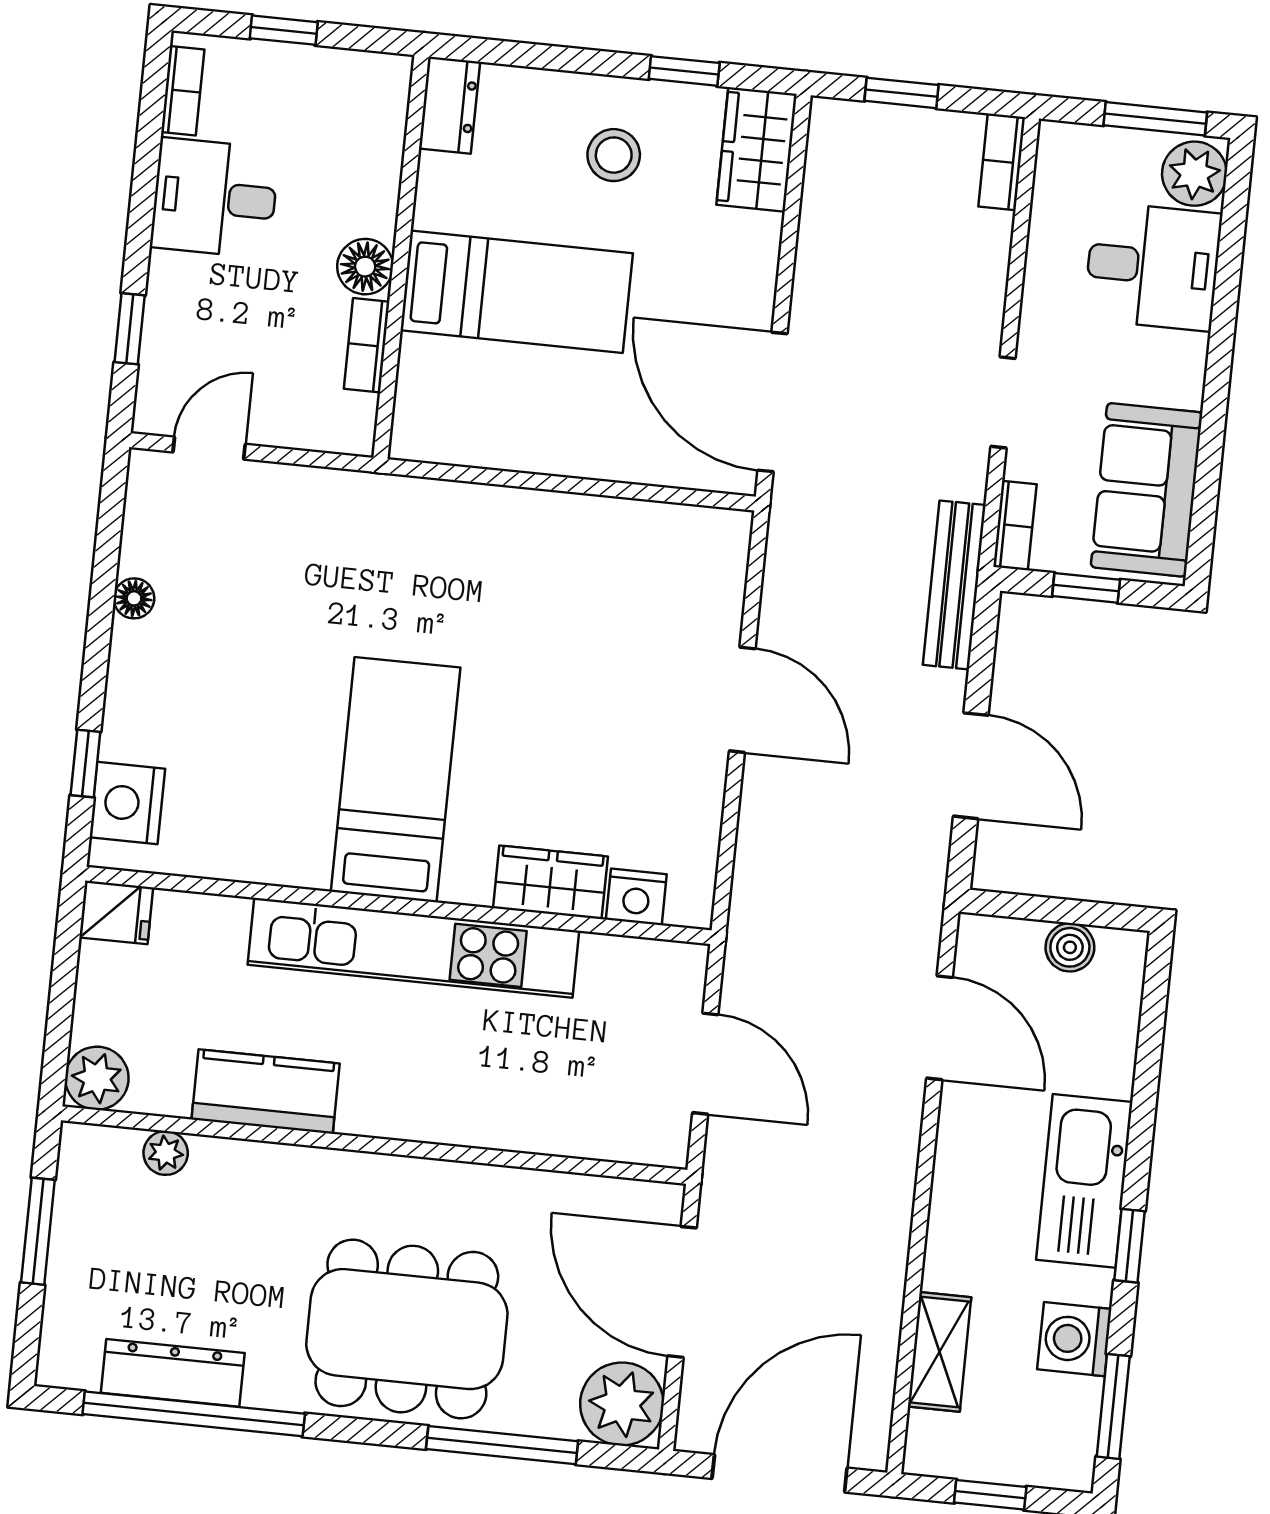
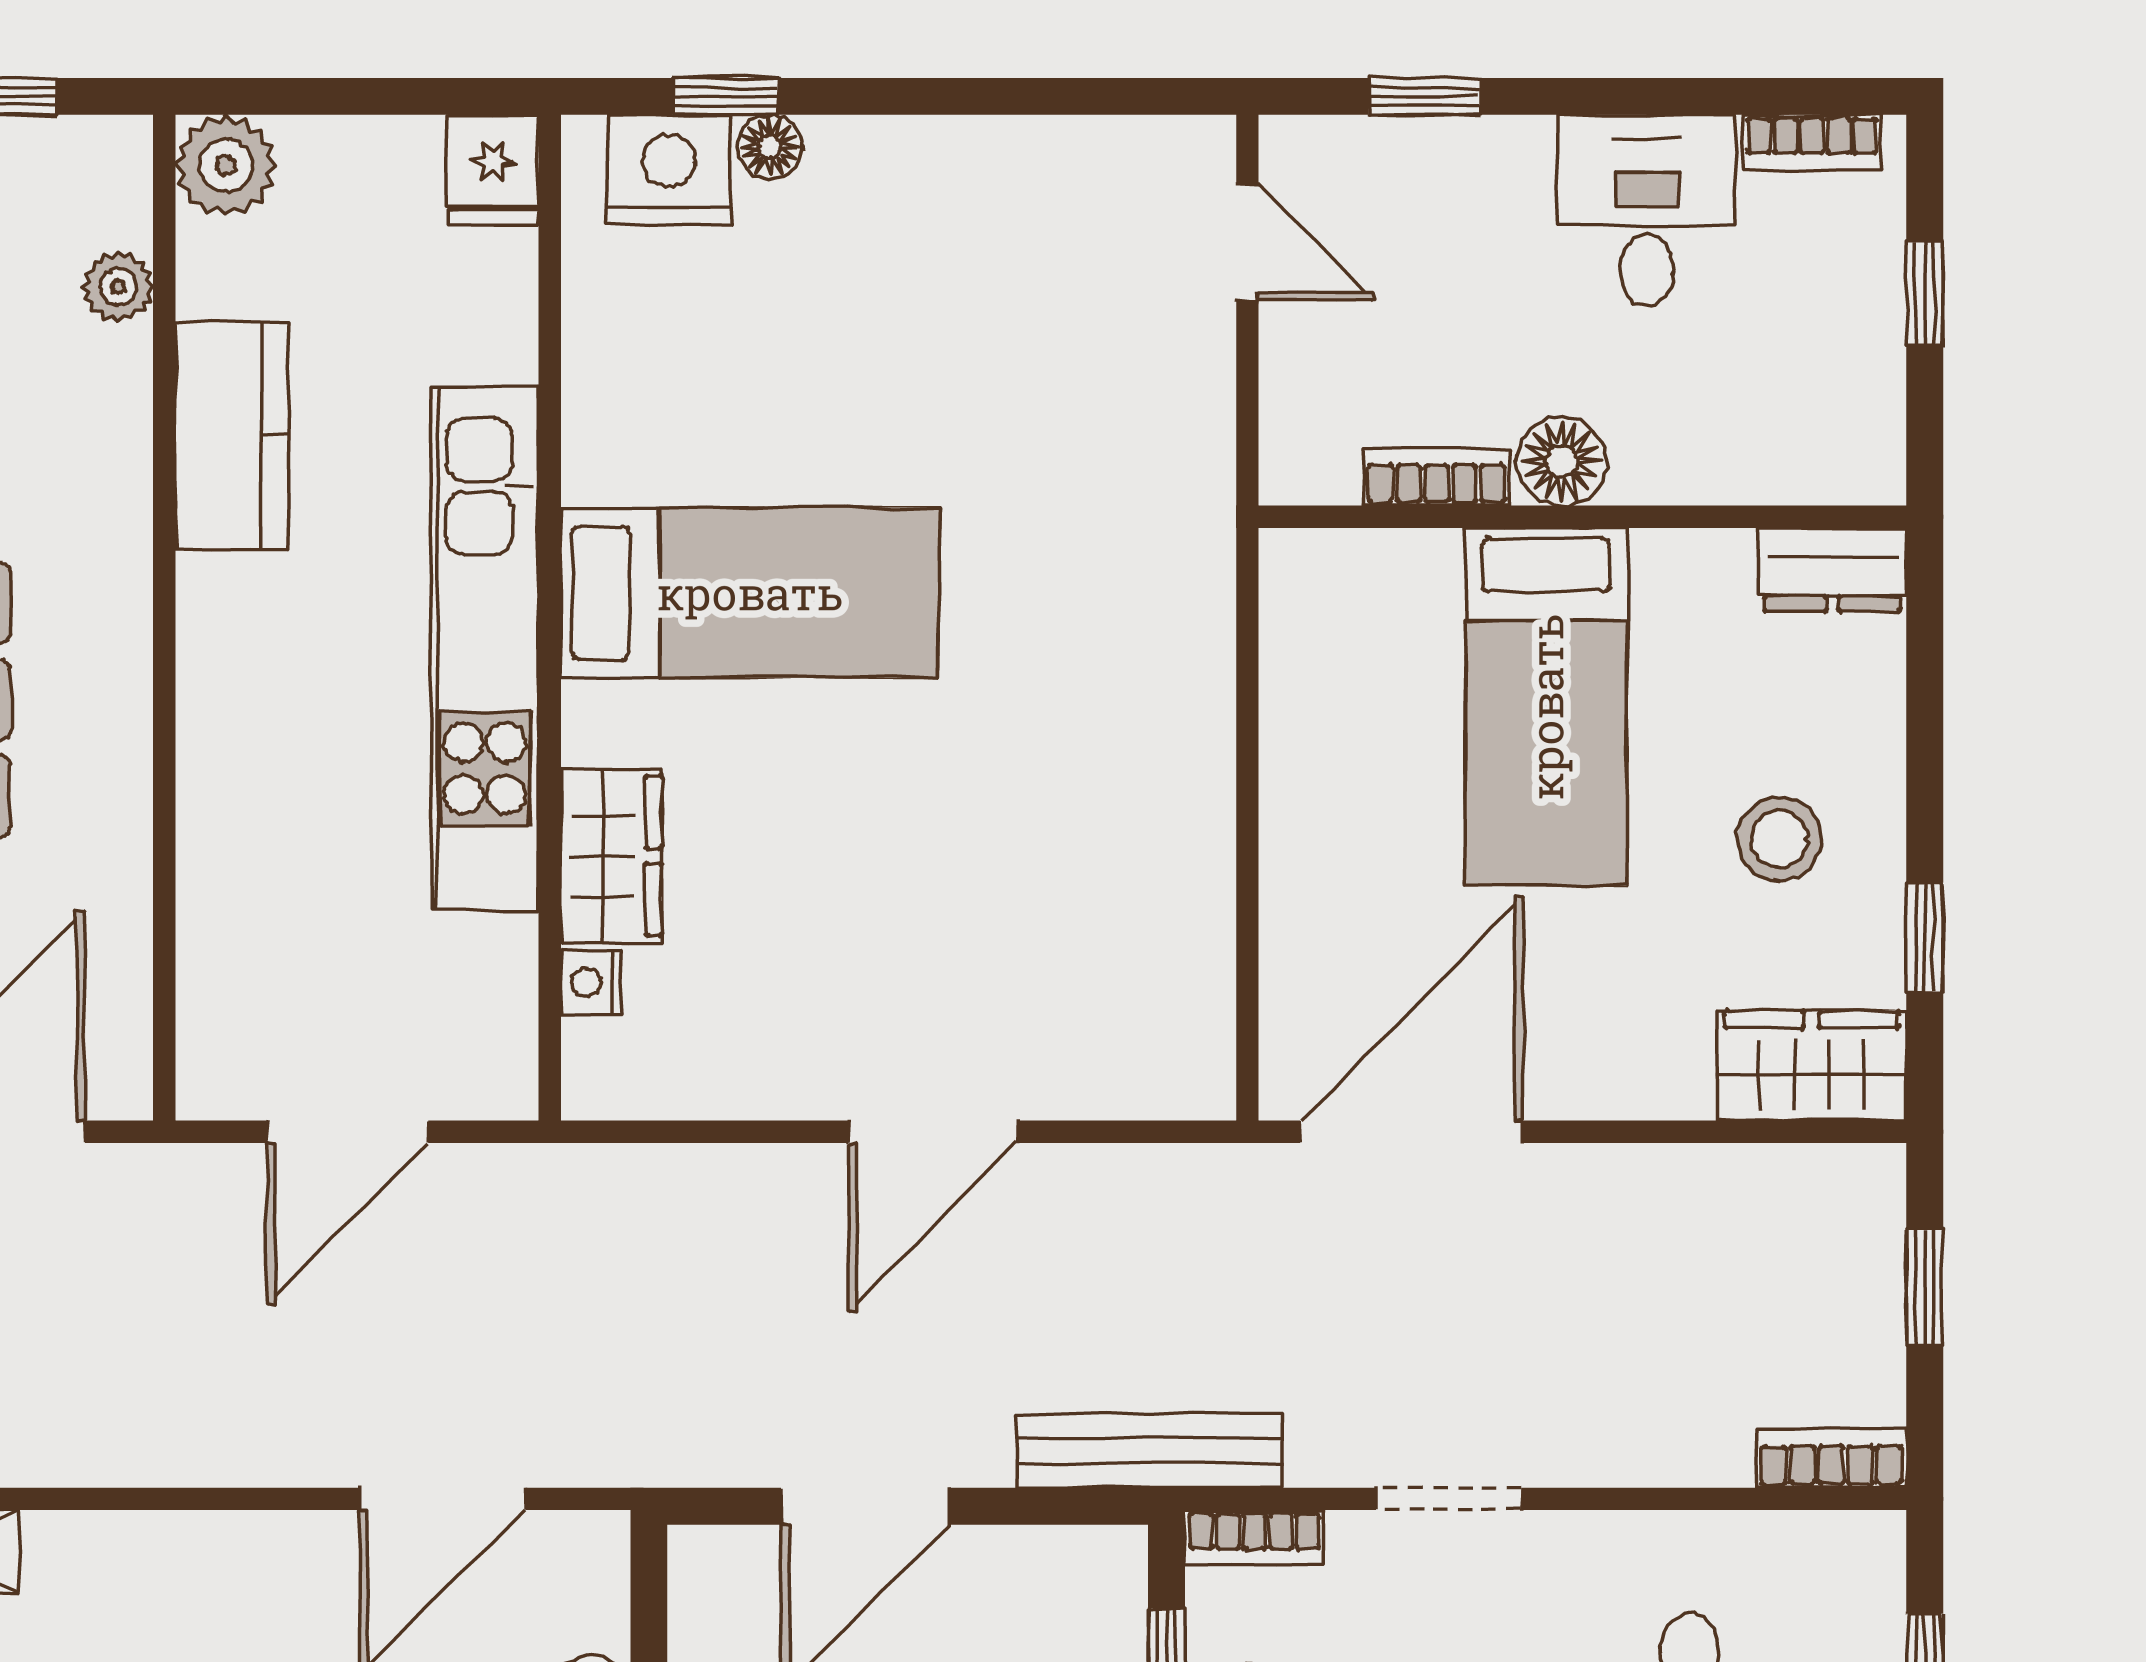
floor lamp: (134, 598) -> (770, 147), moved
nightstand: (636, 897) -> (591, 982), width x0.72, depth x0.74

